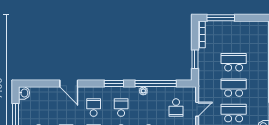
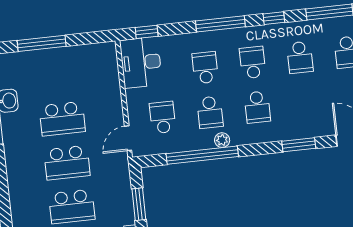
window: (114, 83) -> (299, 145), moved
school desk: (94, 108) -> (210, 112), moved
door: (197, 109) -> (128, 138), moved

